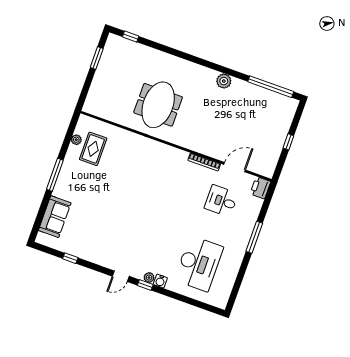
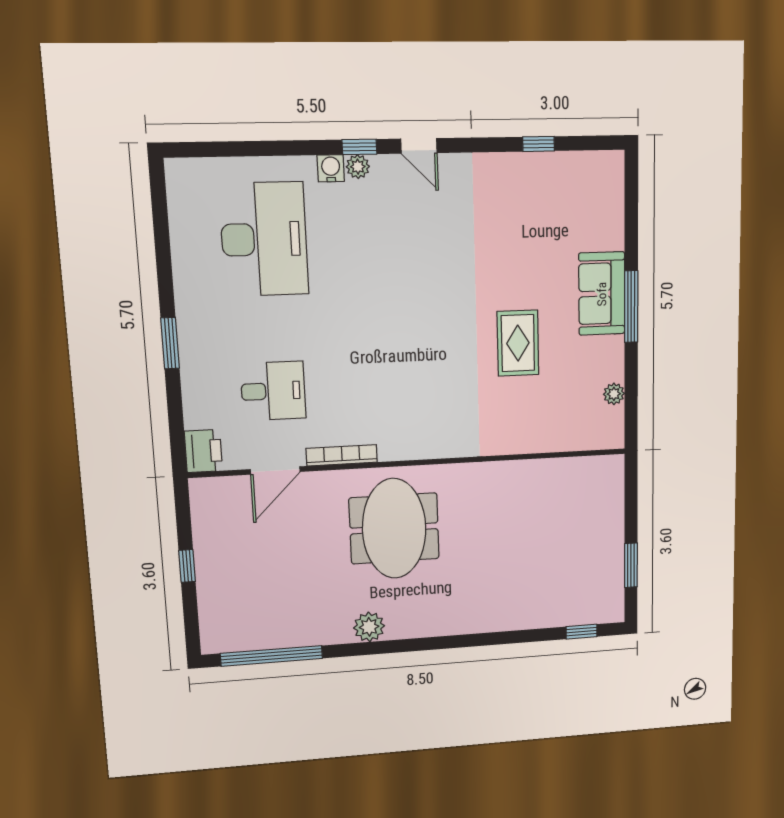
meeting table: (158, 105) -> (394, 528), moved
rug: (93, 149) -> (518, 343), moved
sofa: (55, 217) -> (602, 294), moved
window: (254, 237) -> (170, 343), width x0.69
desk: (199, 264) -> (264, 239), turned 180
door: (121, 276) -> (419, 146), swing flipped

